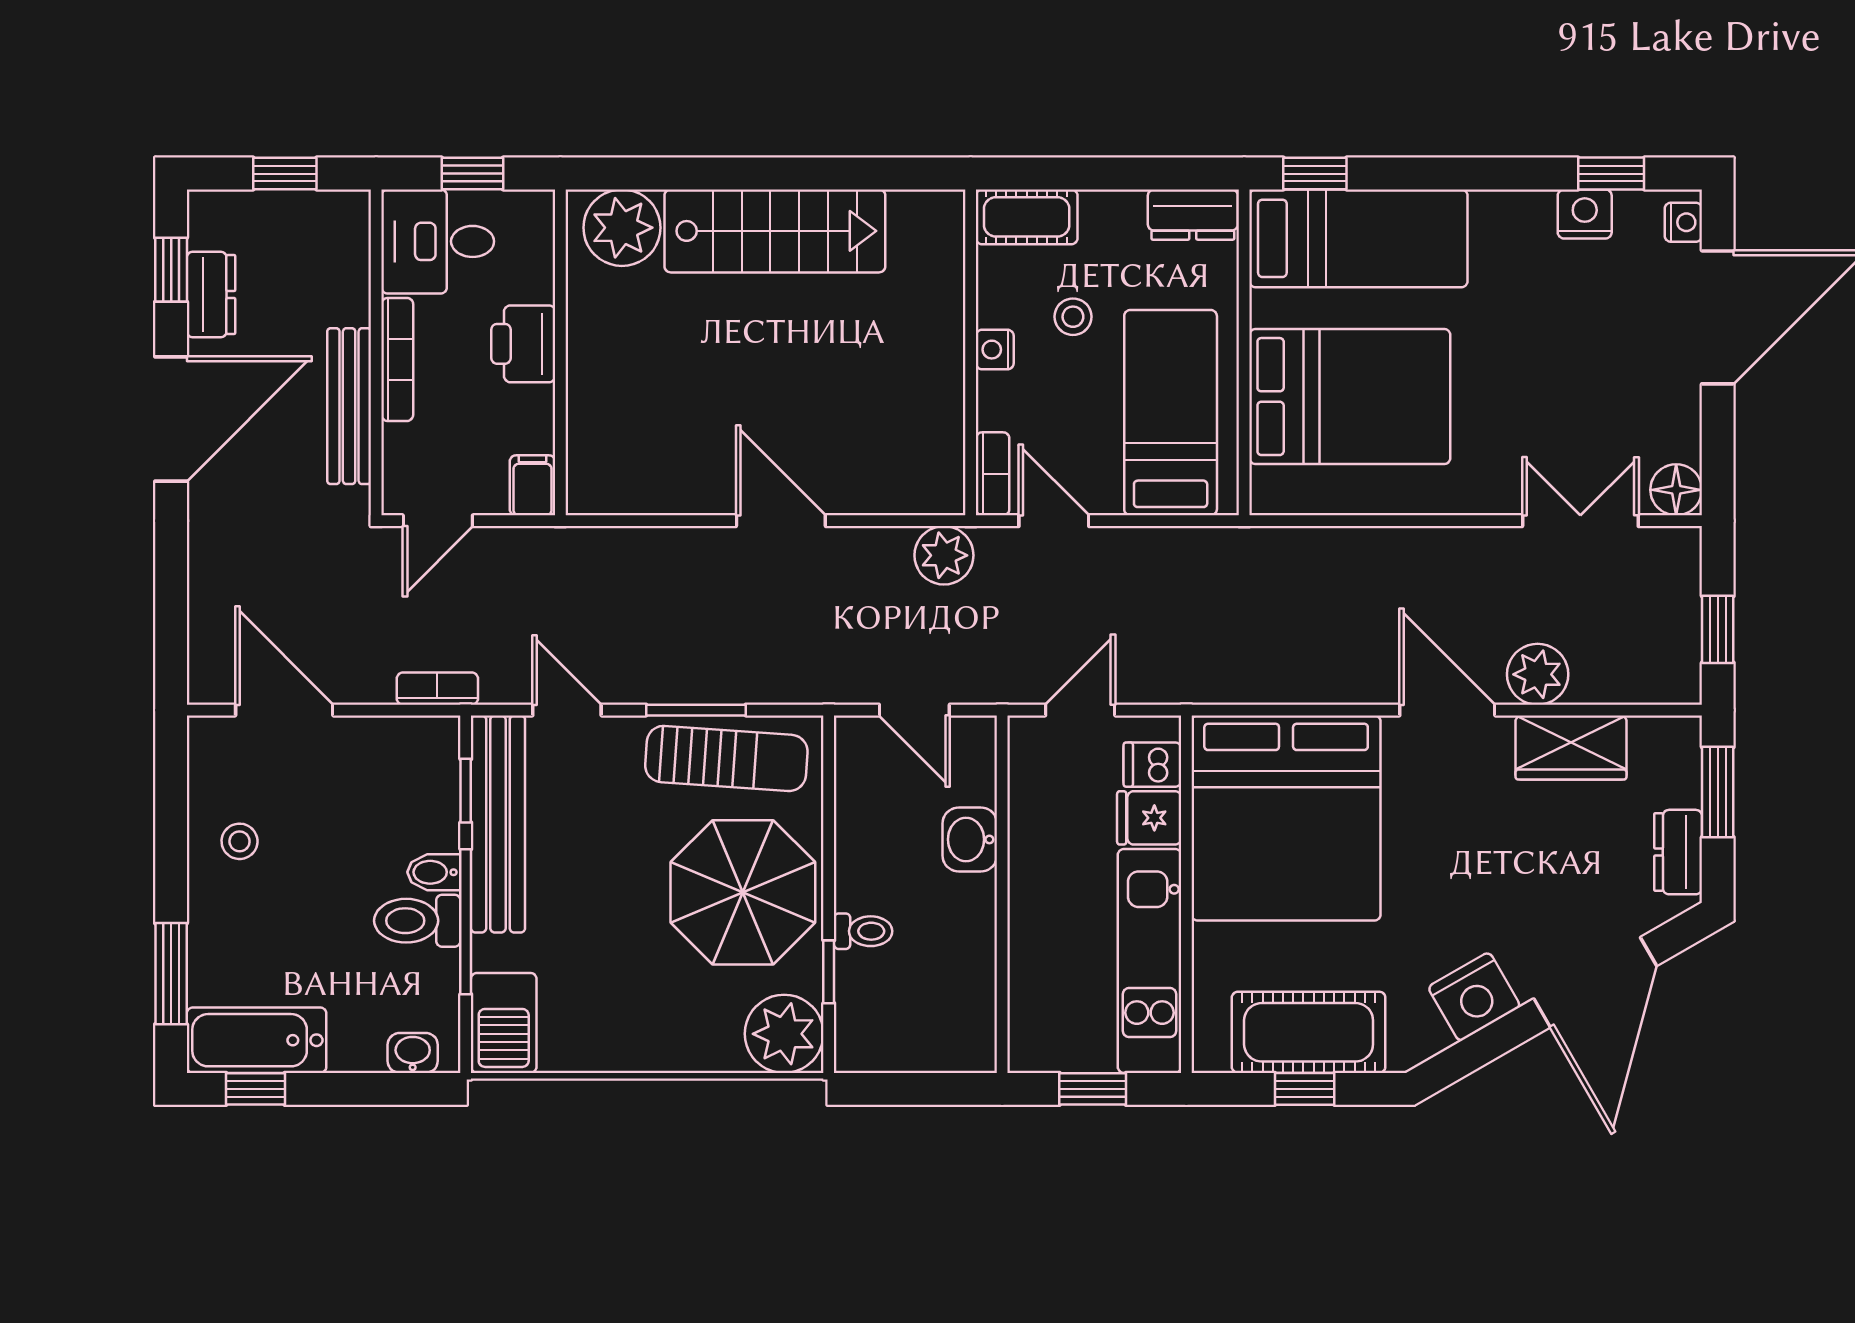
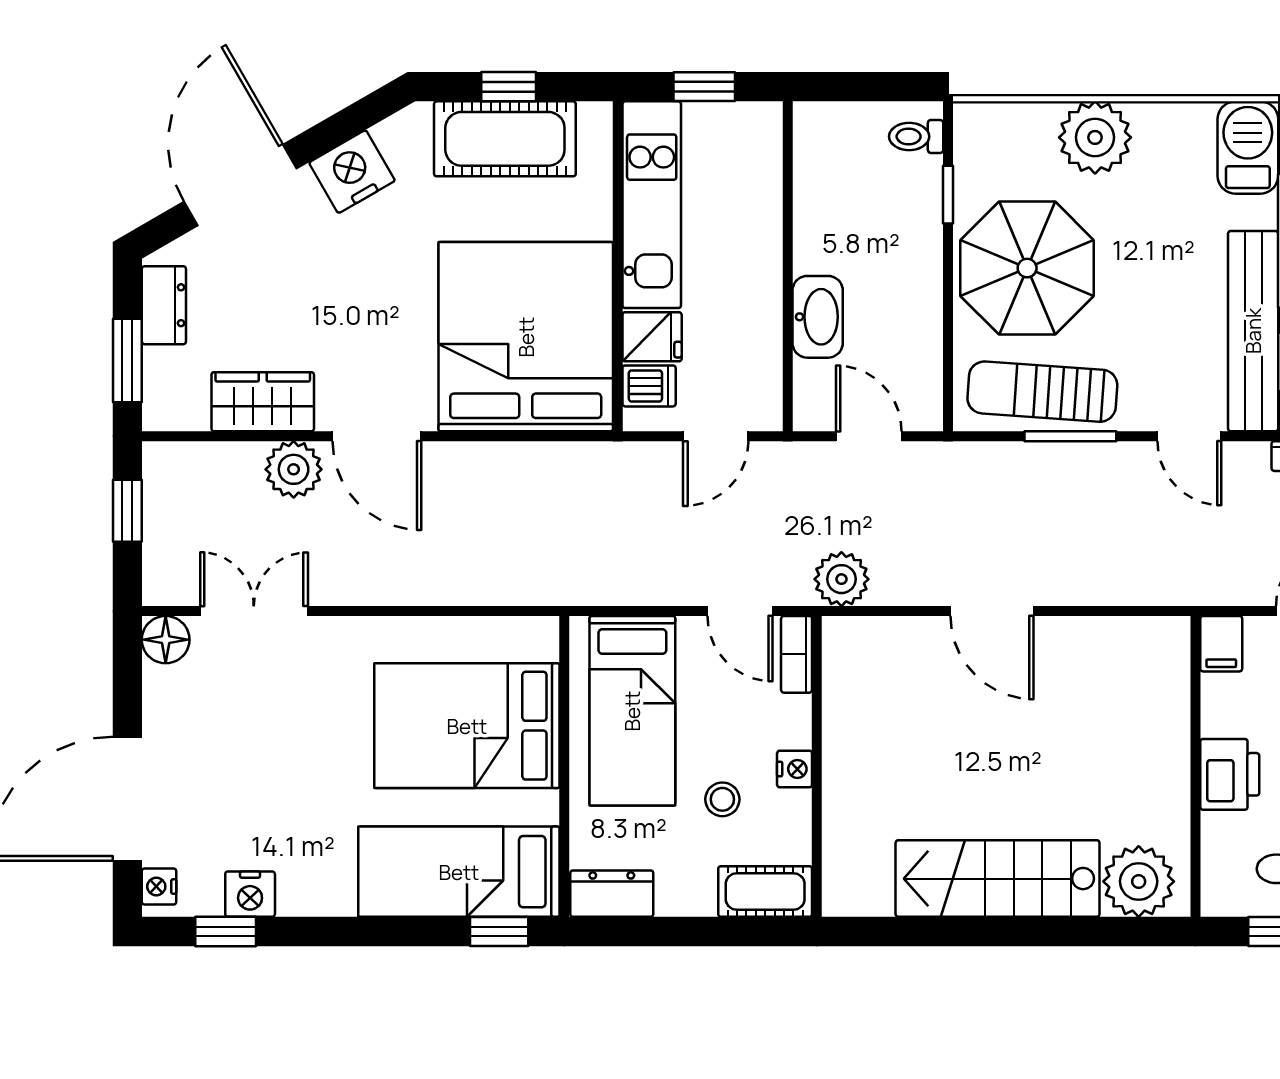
double door: (1580, 521) -> (254, 611), swing flipped
washbasin: (970, 839) -> (818, 317), width x1.38
toilet: (863, 931) -> (916, 136), moved
plant: (784, 1034) -> (1095, 137), moved

